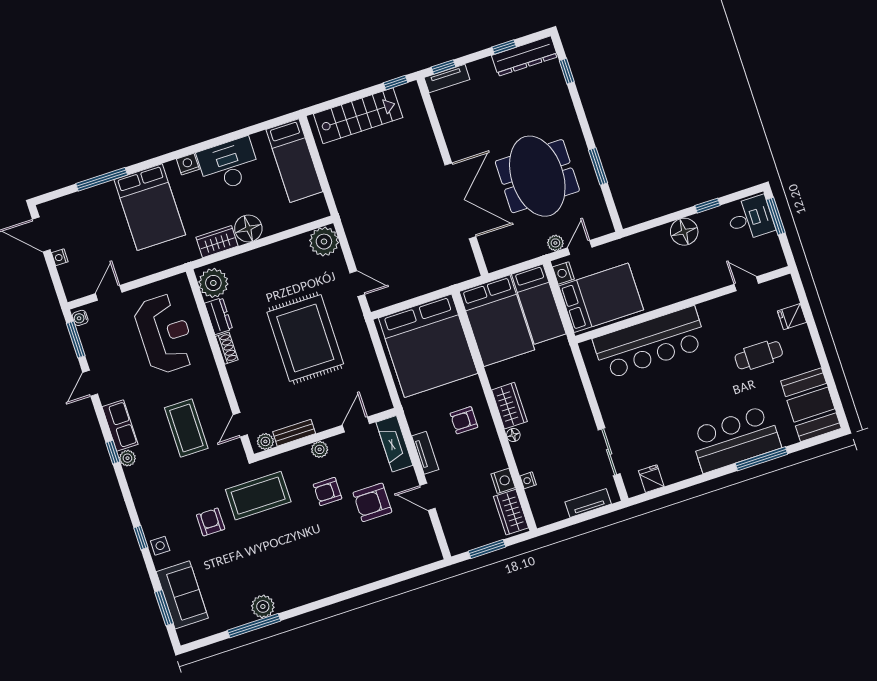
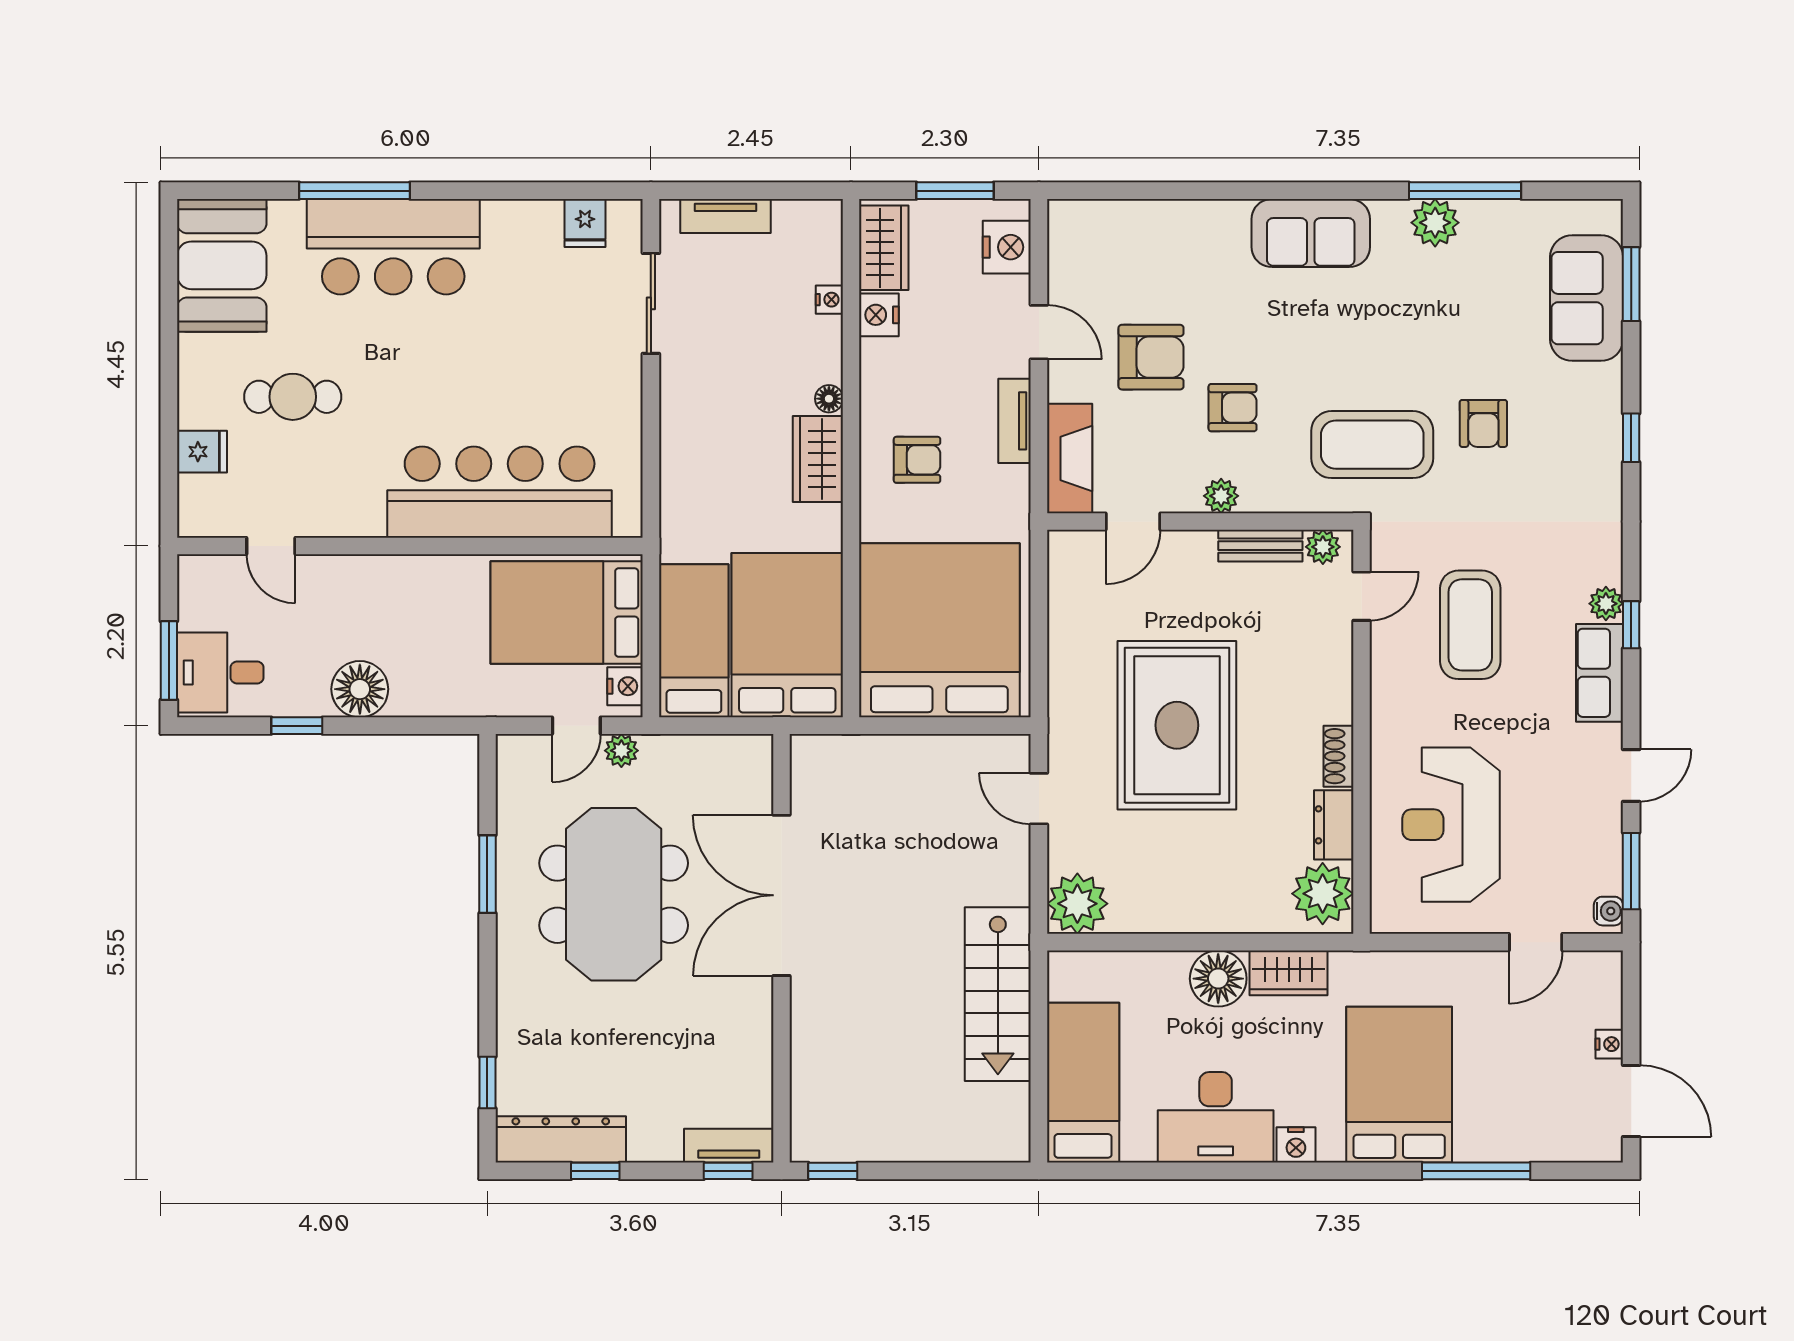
stairs: (358, 116) -> (998, 994), moved, turned -90
nightstand: (455, 531) -> (1007, 247), added
side table: (160, 546) -> (1598, 409), removed
sofa: (318, 583) -> (1311, 233), added

